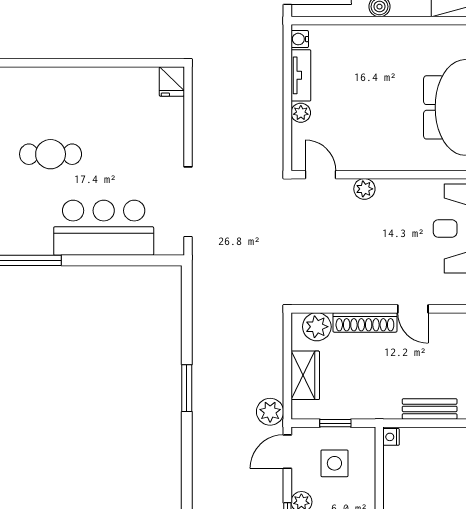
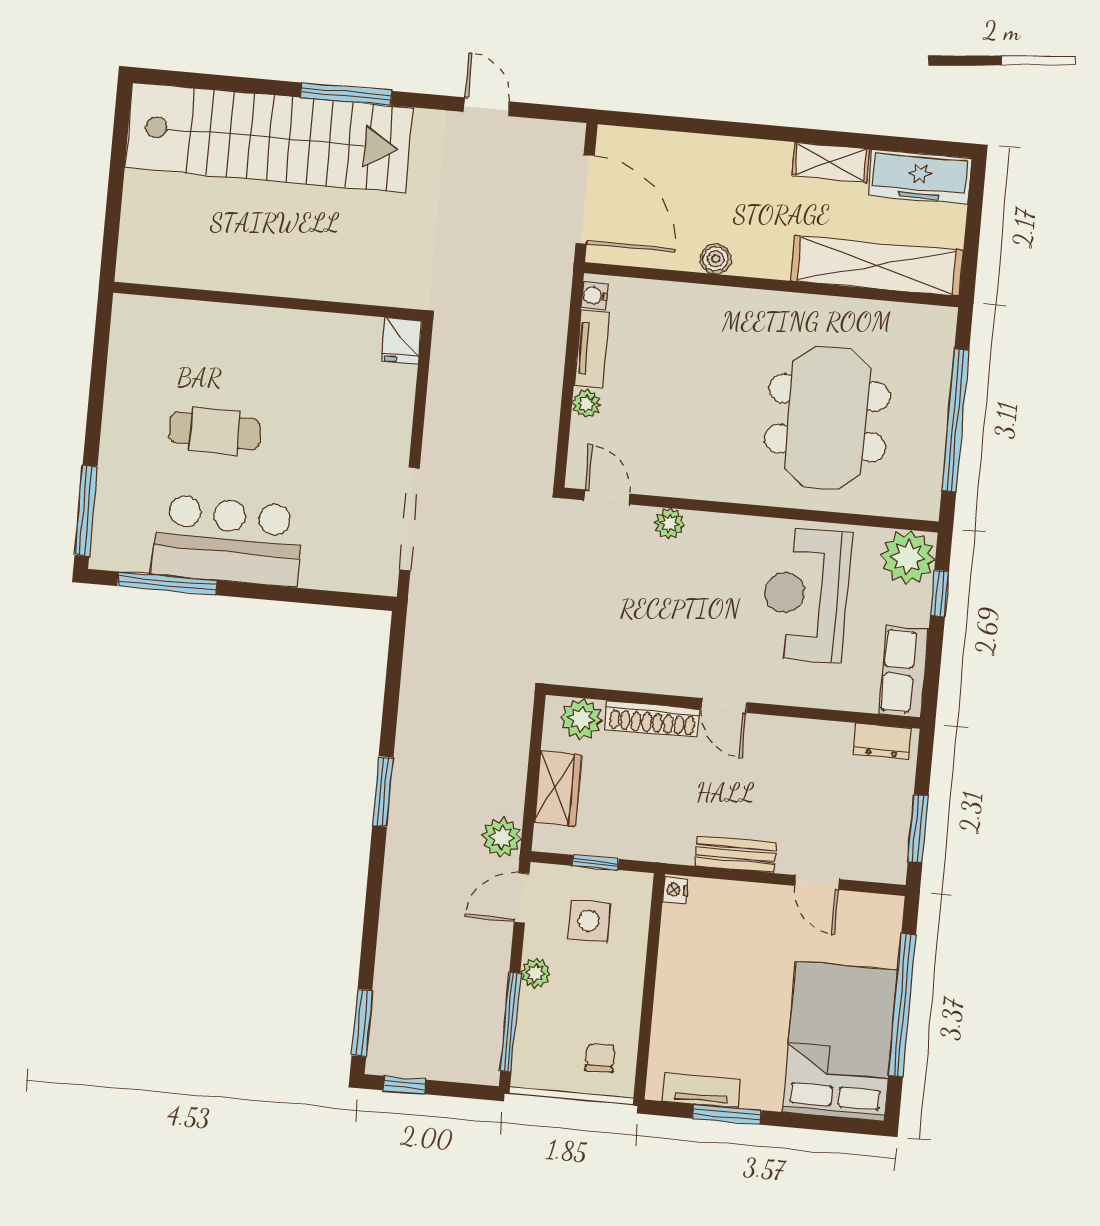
bar counter: (104, 228) -> (228, 541), moved

